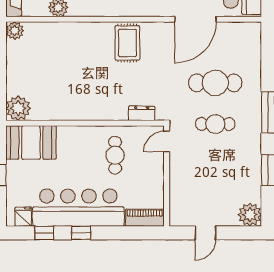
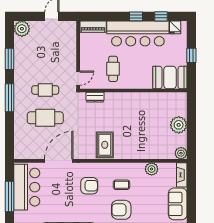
plant: (18, 108) -> (179, 125), moved

